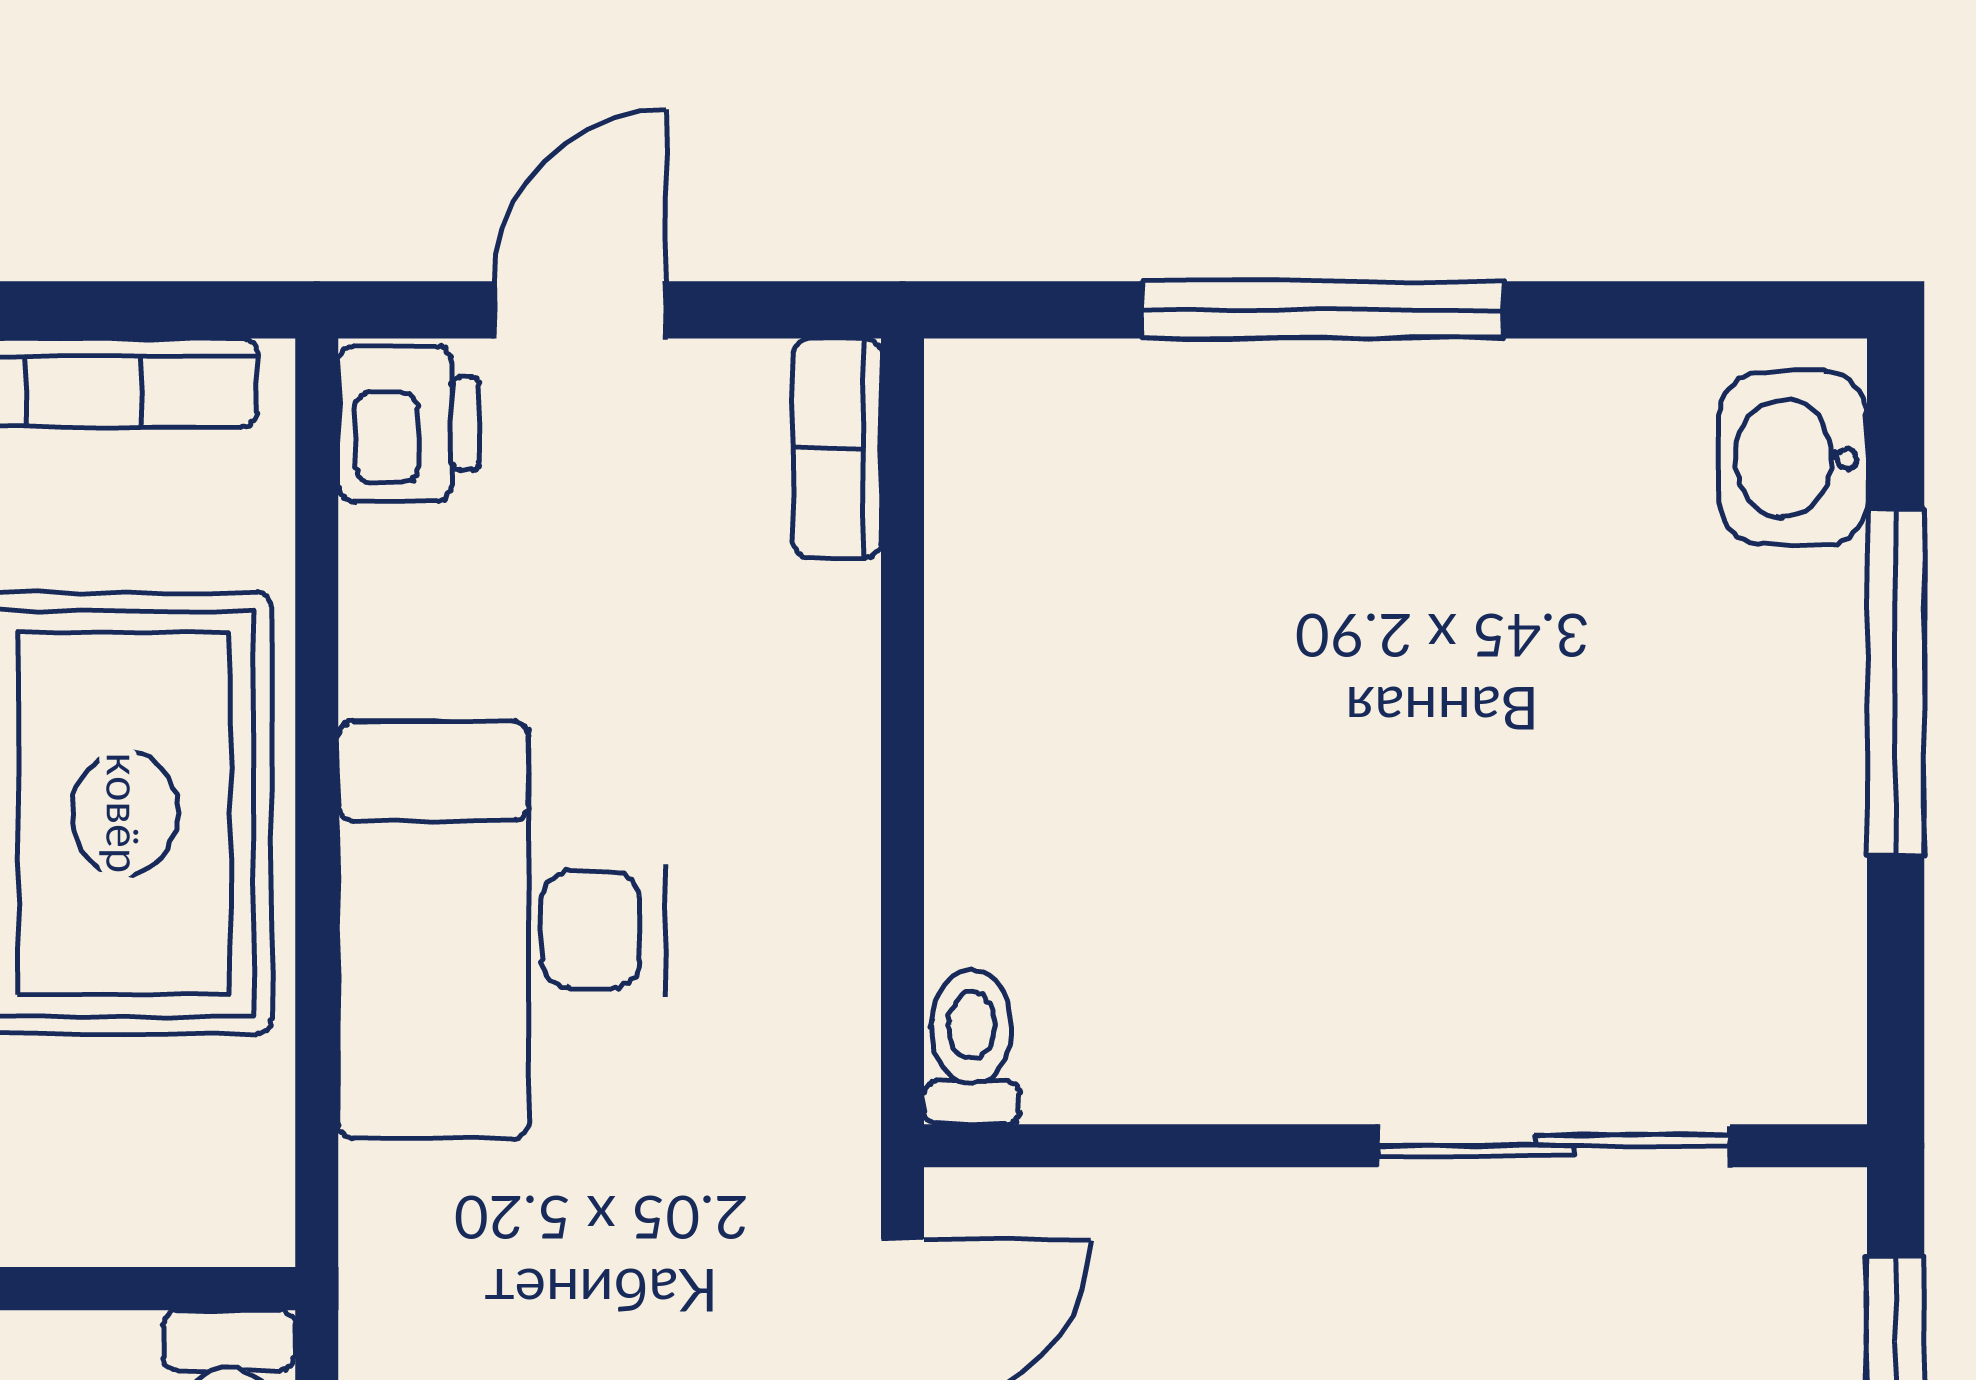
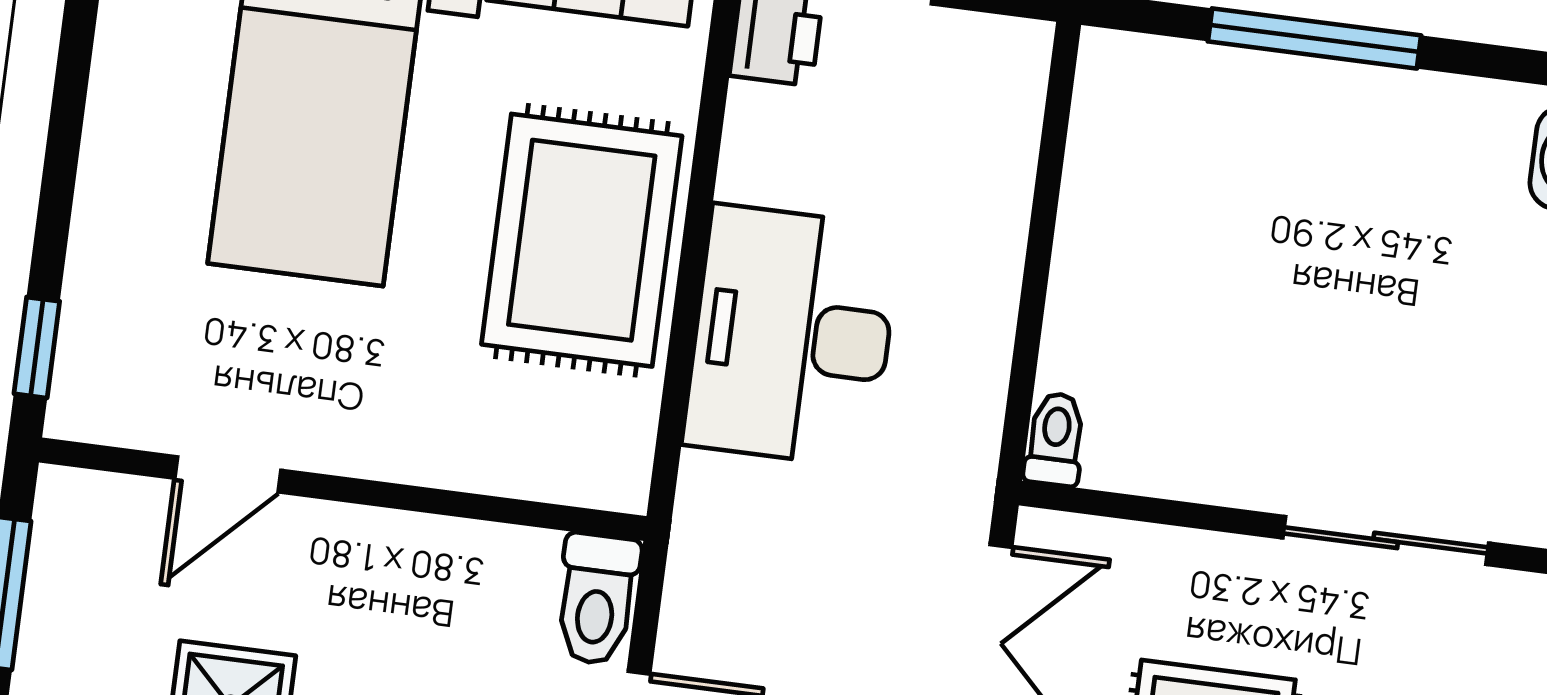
bookcase: (837, 448) -> (1023, 82), removed

